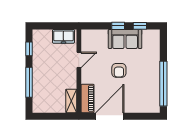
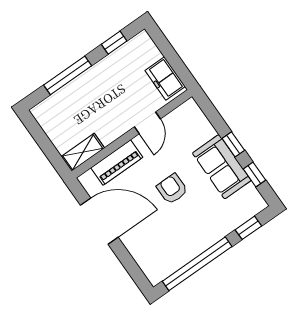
window: (163, 47) -> (248, 228), added
door: (79, 60) -> (147, 123), hinge flipped
armchair: (119, 70) -> (172, 189), turned 90
piano: (88, 98) -> (117, 163), moved

